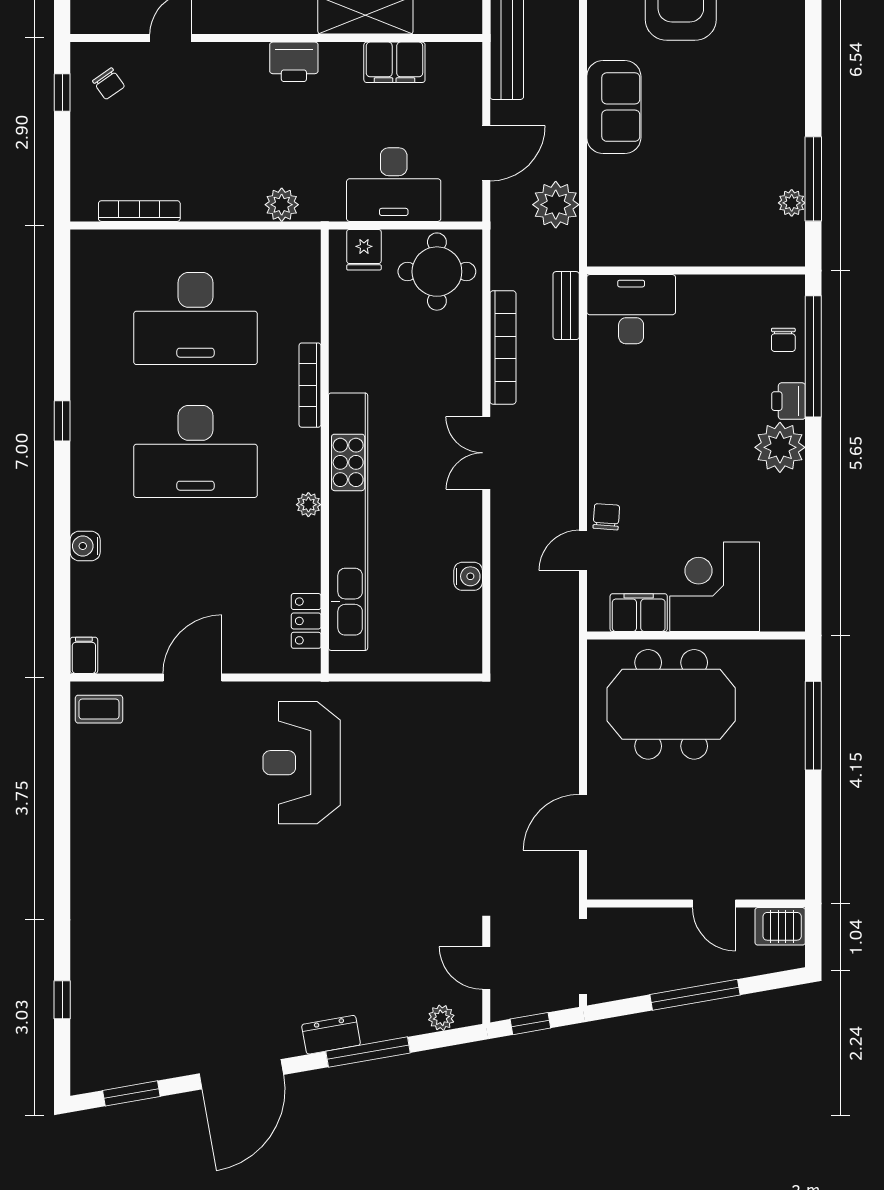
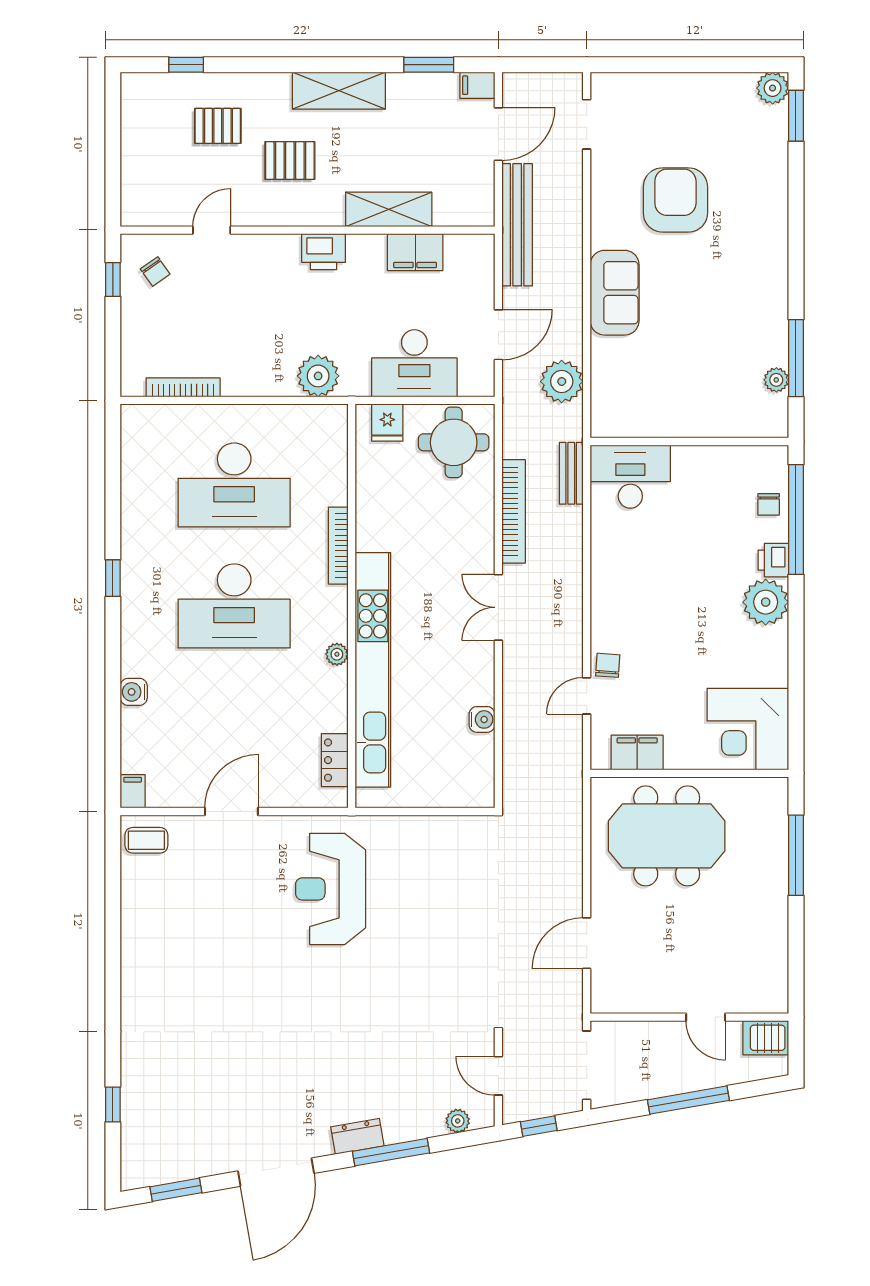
plant: (282, 205) -> (318, 376), width x1.36, depth x1.36
corner desk: (715, 587) -> (748, 729), moved, turned -90

